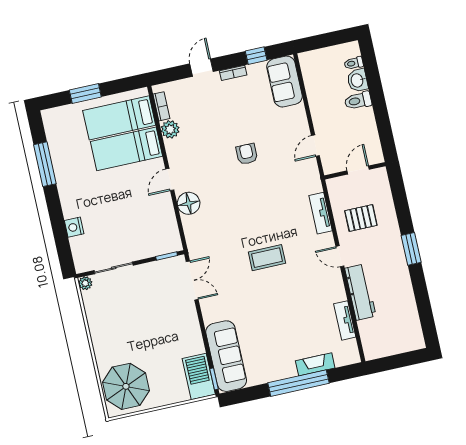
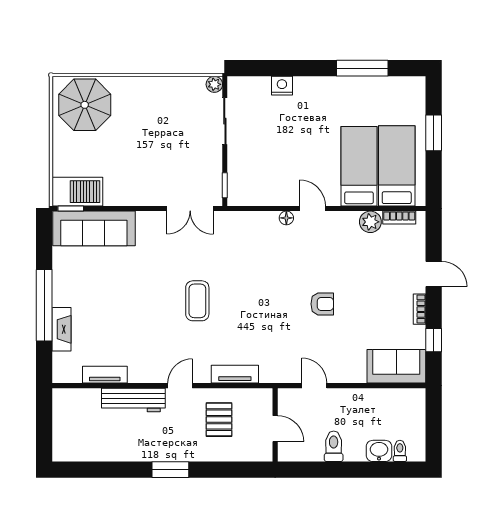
toilet: (358, 101) -> (334, 446), moved
floor lamp: (189, 203) -> (286, 218), width x0.53, depth x0.53

